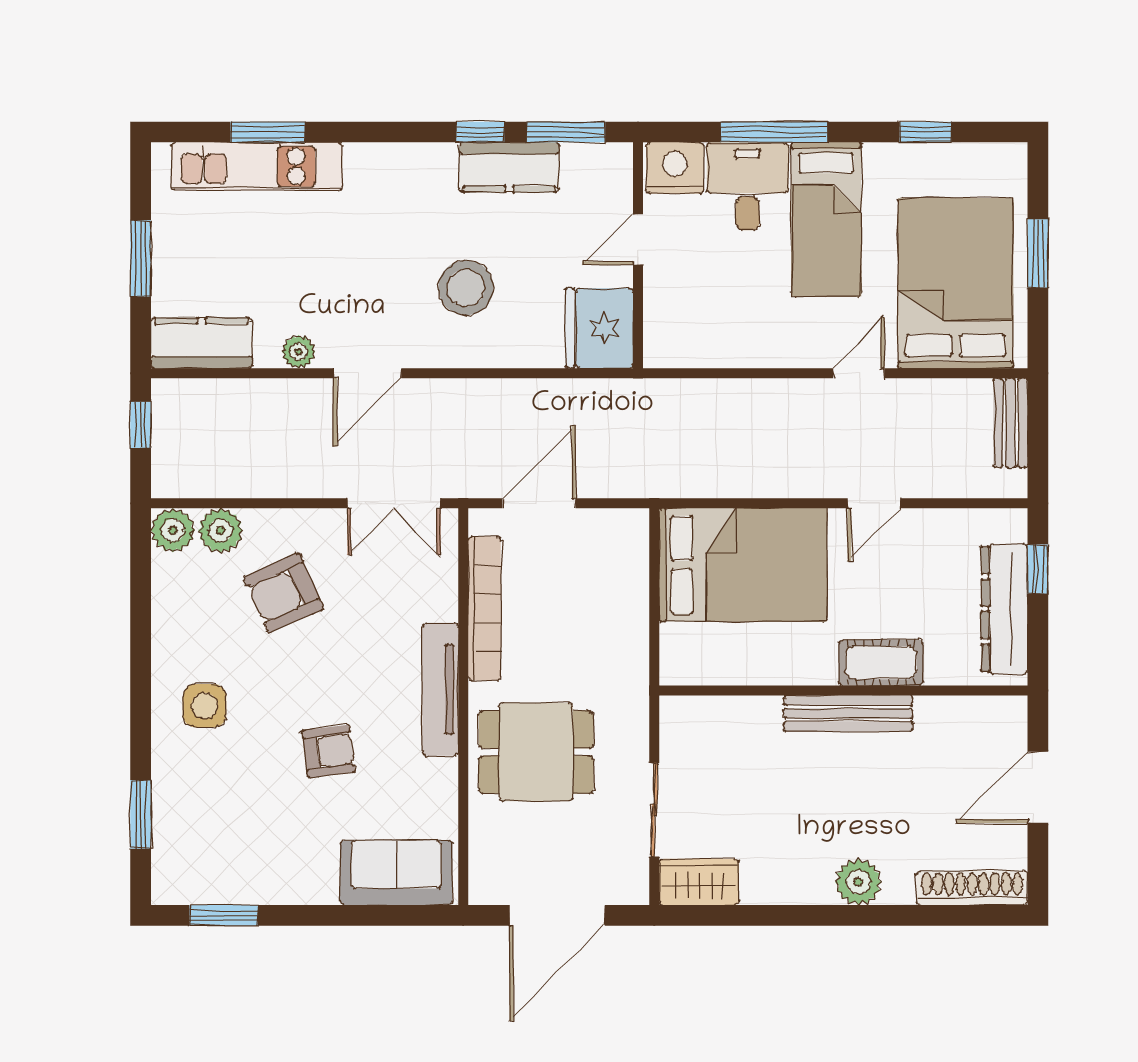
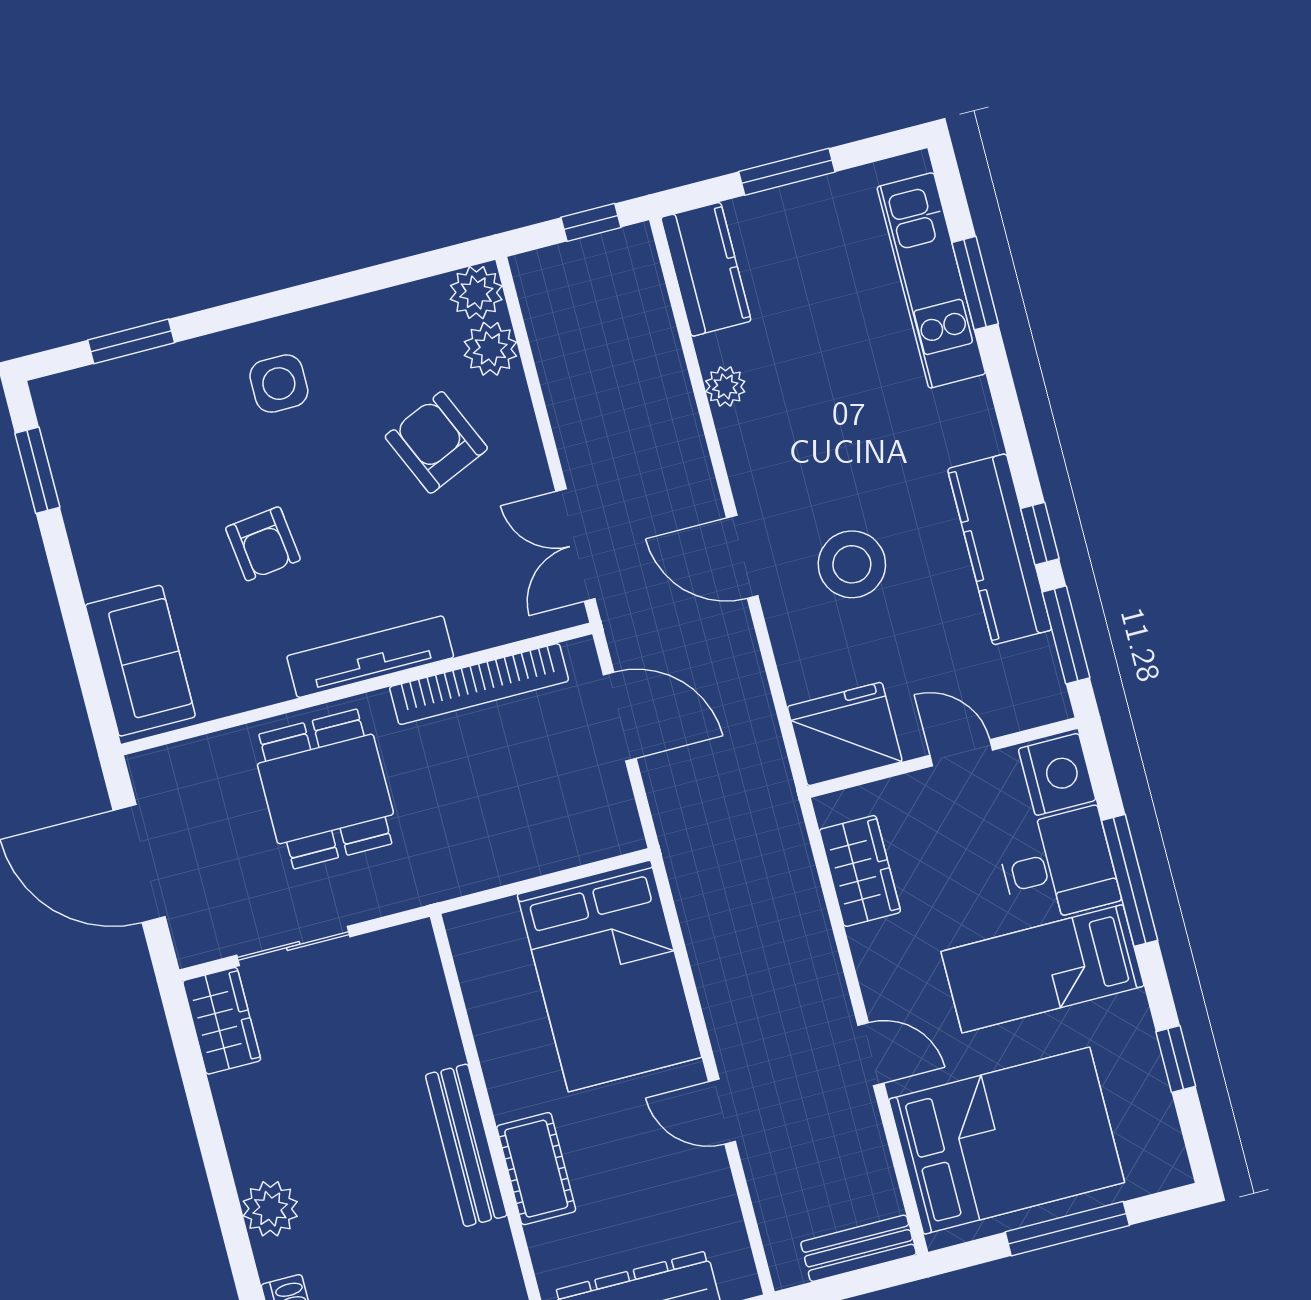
kitchen counter: (509, 167) -> (1000, 549), width x1.50
window: (1038, 253) -> (1067, 1229), width x1.44
wardrobe: (711, 344) -> (860, 871), added
door: (367, 373) -> (742, 557), moved

